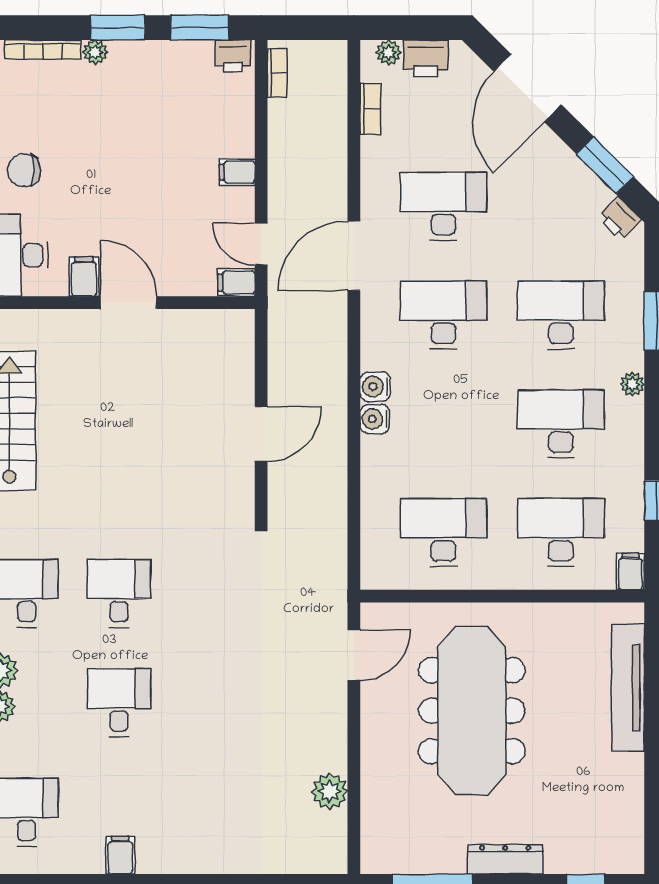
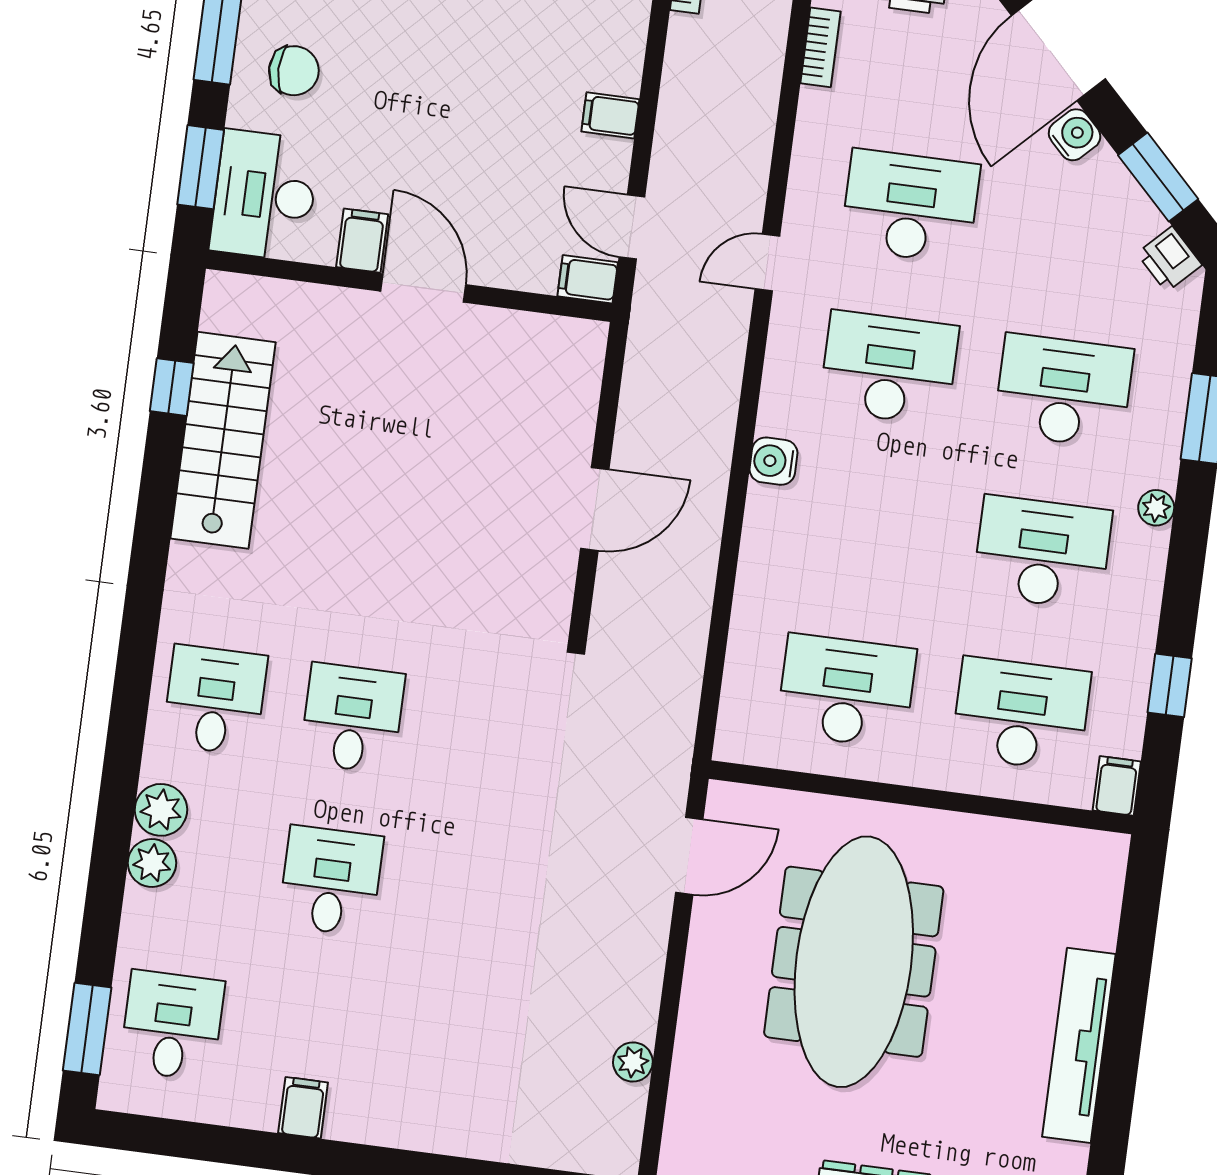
chair: (24, 170) -> (294, 71), turned 180
door: (354, 256) -> (767, 263), width x0.53
water cooler: (375, 419) -> (1075, 135), moved, turned 135
tv unit: (628, 688) -> (1079, 1045), moved
plant: (330, 791) -> (633, 1062), width x0.73, depth x0.73

